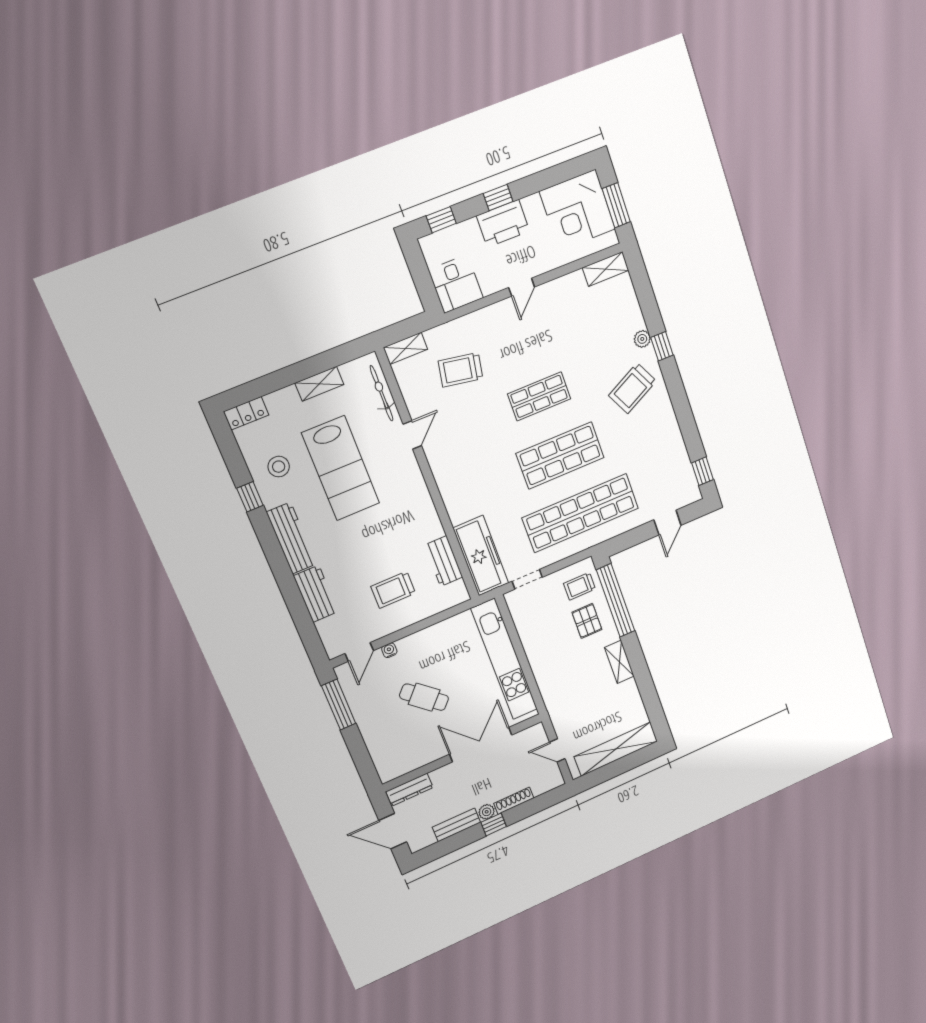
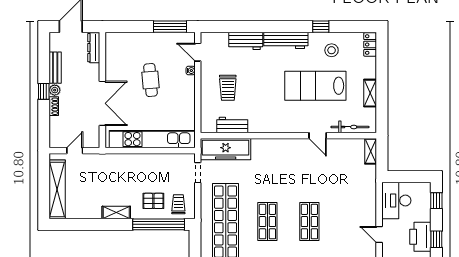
desk: (456, 284) -> (396, 201), width x1.37
trolley: (461, 370) -> (345, 179), removed
shop shelf: (560, 455) -> (267, 222), width x0.70, depth x0.74
trolley: (393, 590) -> (228, 88), turned 180
cafe table: (424, 697) -> (150, 80), turned -47
shoe rack: (514, 801) -> (54, 106), width x0.70

